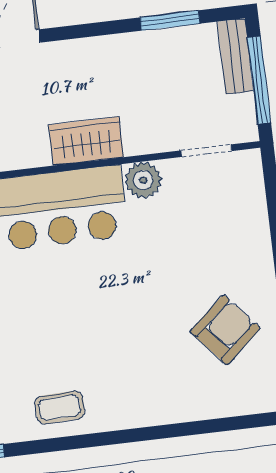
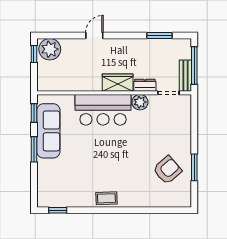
bench: (235, 56) -> (185, 76), moved
dresser: (150, 140) -> (145, 85), added
coffee table: (60, 407) -> (106, 198), moved

